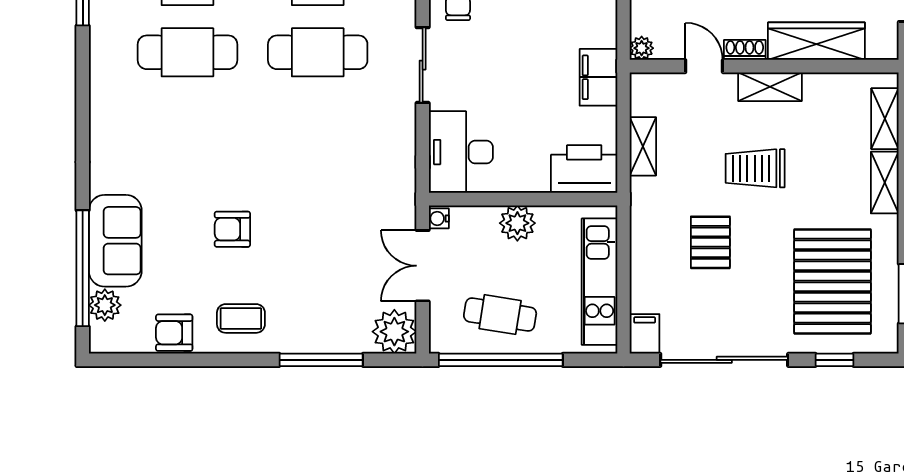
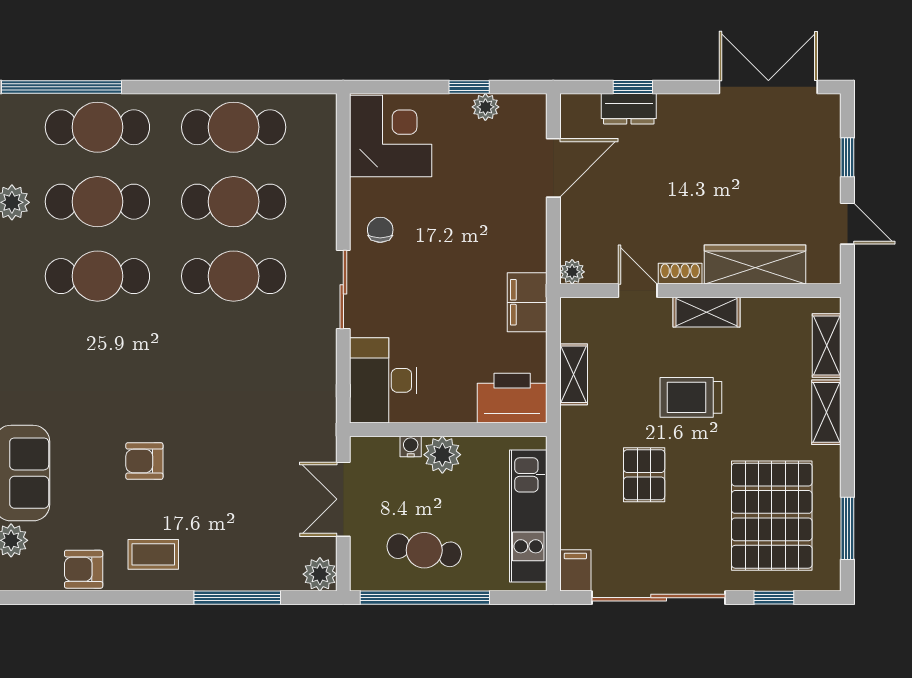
water cooler: (439, 218) -> (411, 446), moved, turned 90
plant: (394, 332) -> (320, 574), width x0.73, depth x0.73

